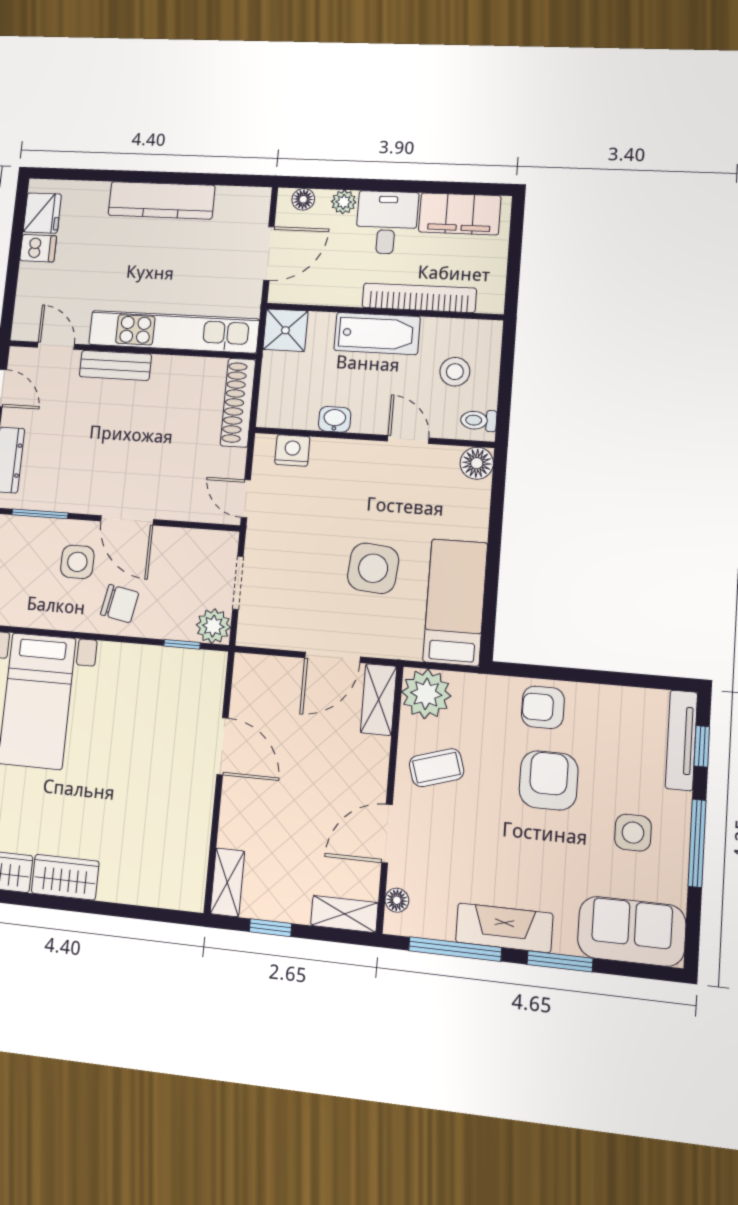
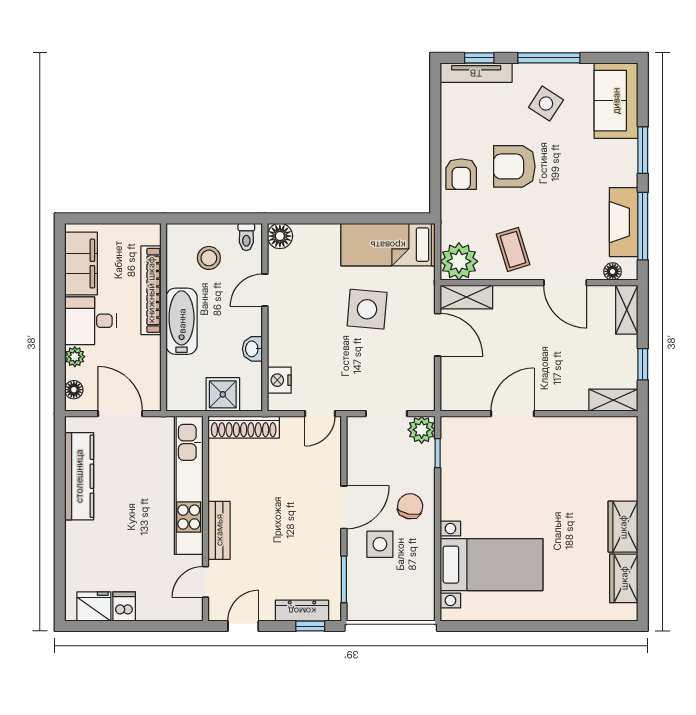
kitchen counter: (161, 200) -> (79, 476), moved
shower: (285, 330) -> (223, 394), moved
side table: (633, 833) -> (546, 104), turned 33
fireplace: (504, 928) -> (624, 222), moved

